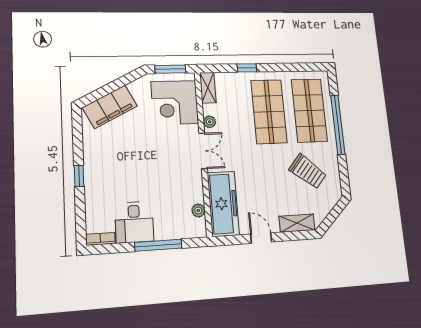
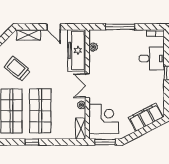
window: (247, 68) -> (32, 142), moved
desk: (134, 222) -> (152, 58), moved, turned 90

